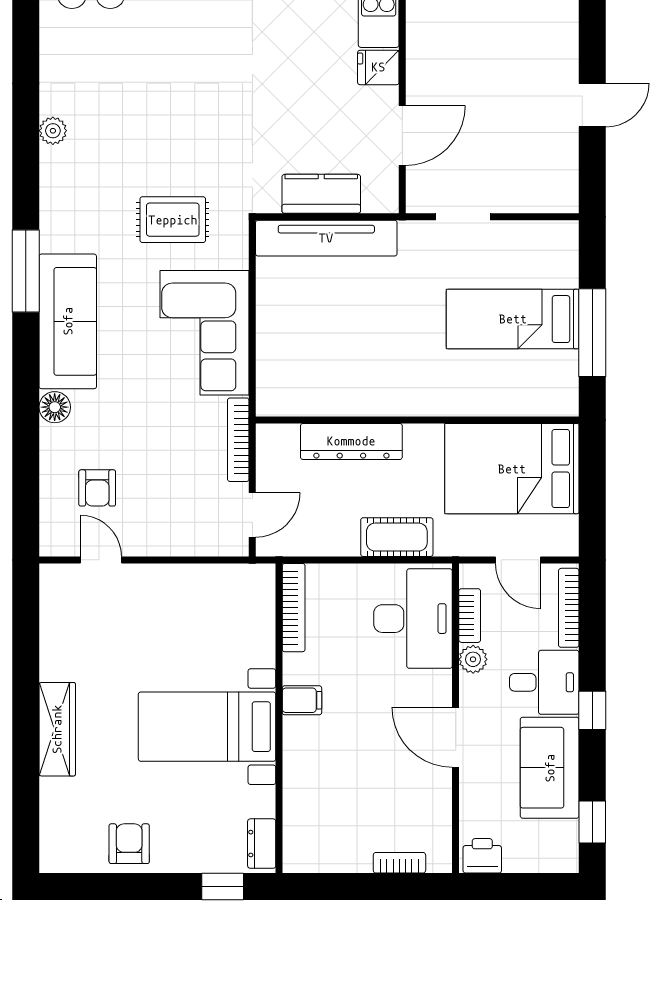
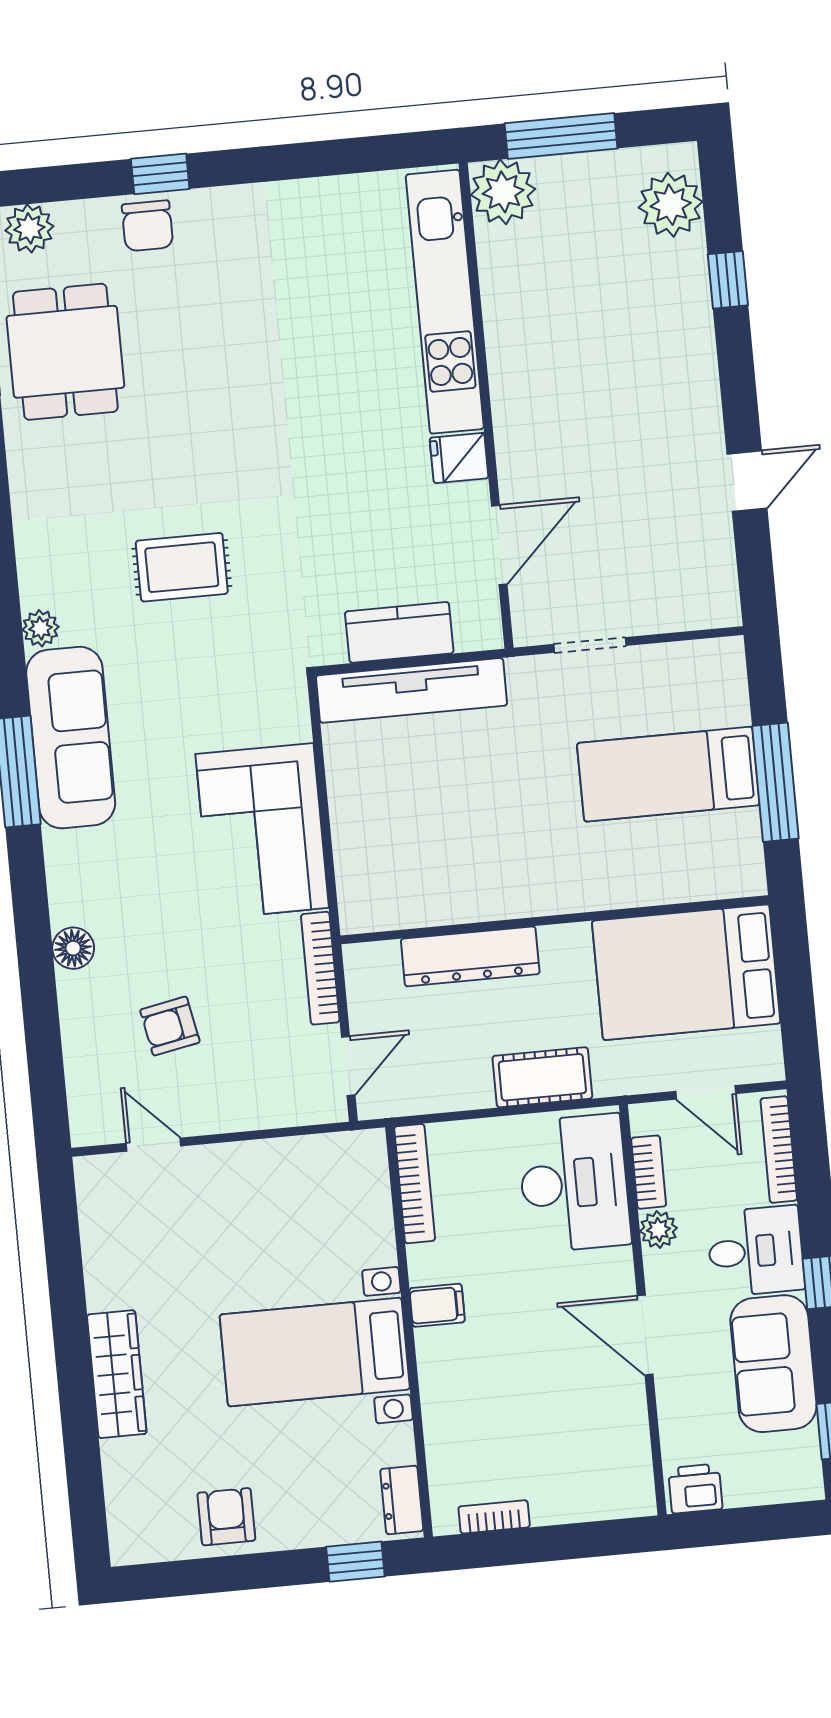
plant: (53, 131) -> (41, 628), moved
rug: (173, 220) -> (182, 567), moved
sofa: (68, 321) -> (71, 738), moved
armchair: (97, 488) -> (170, 1026), moved, turned 79
bookcase: (399, 863) -> (494, 1517), moved

